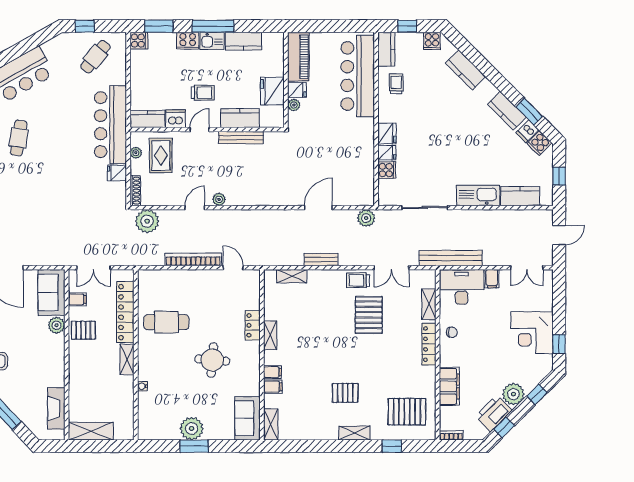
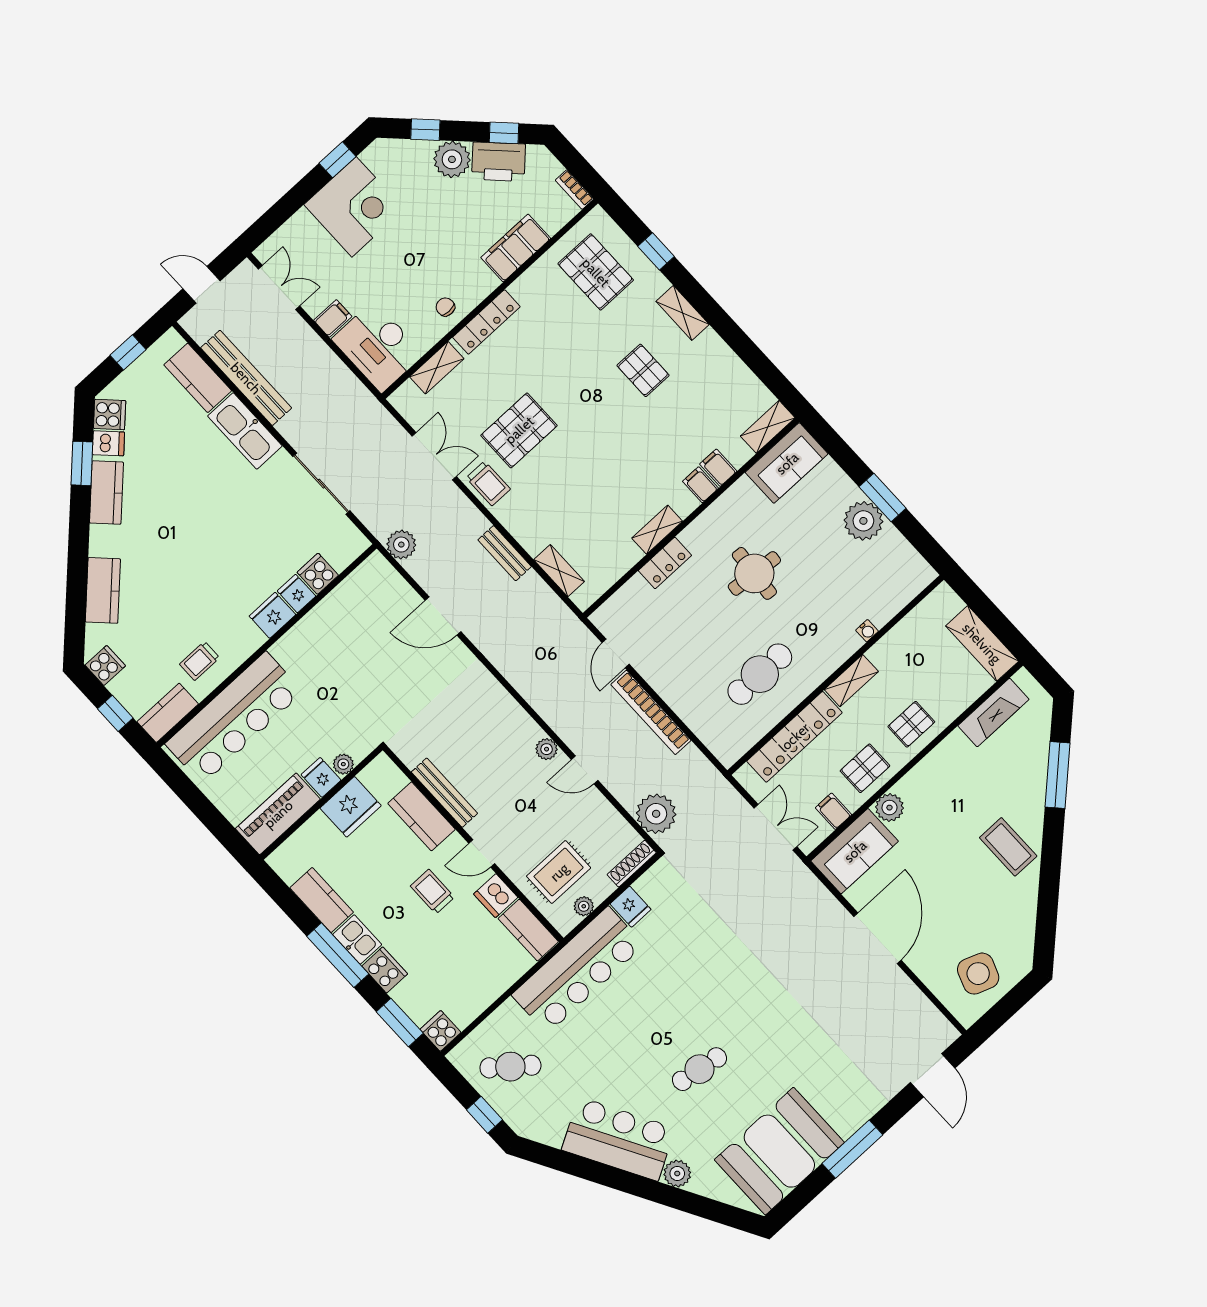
bench: (451, 258) -> (246, 378), moved
cafe table: (166, 322) -> (760, 674), turned 90
pallet: (83, 330) -> (865, 768), turned 90
pallet: (84, 368) -> (911, 724), added

